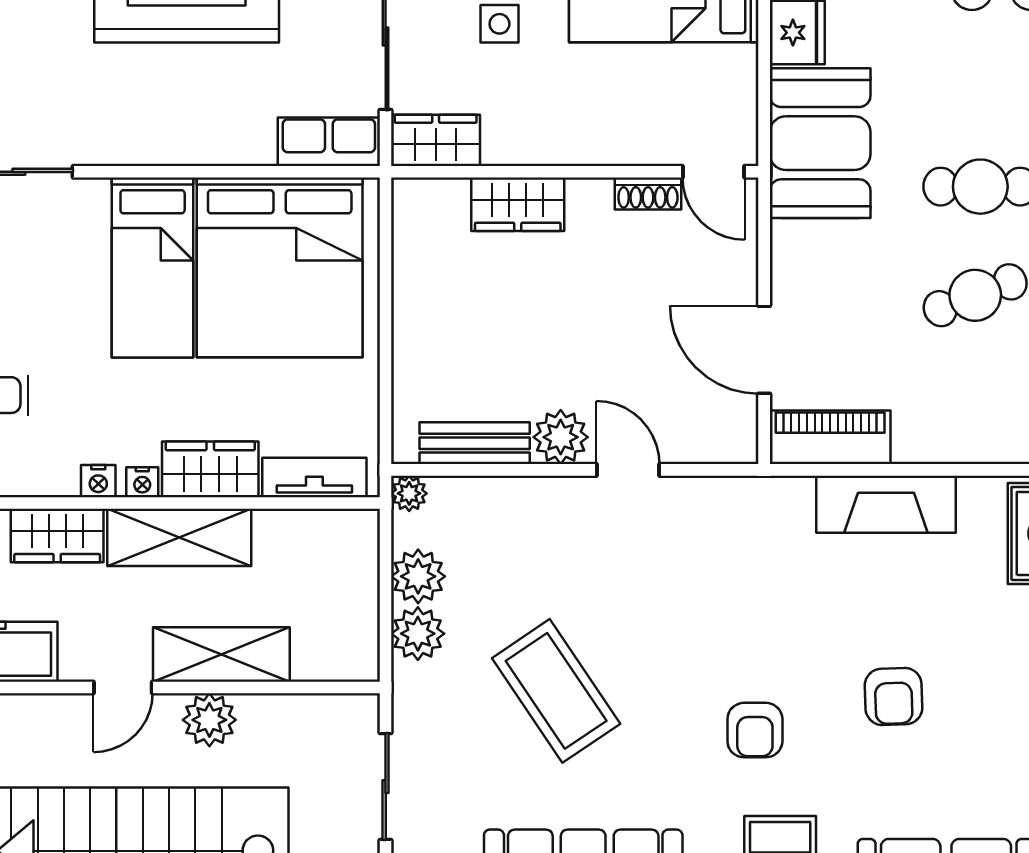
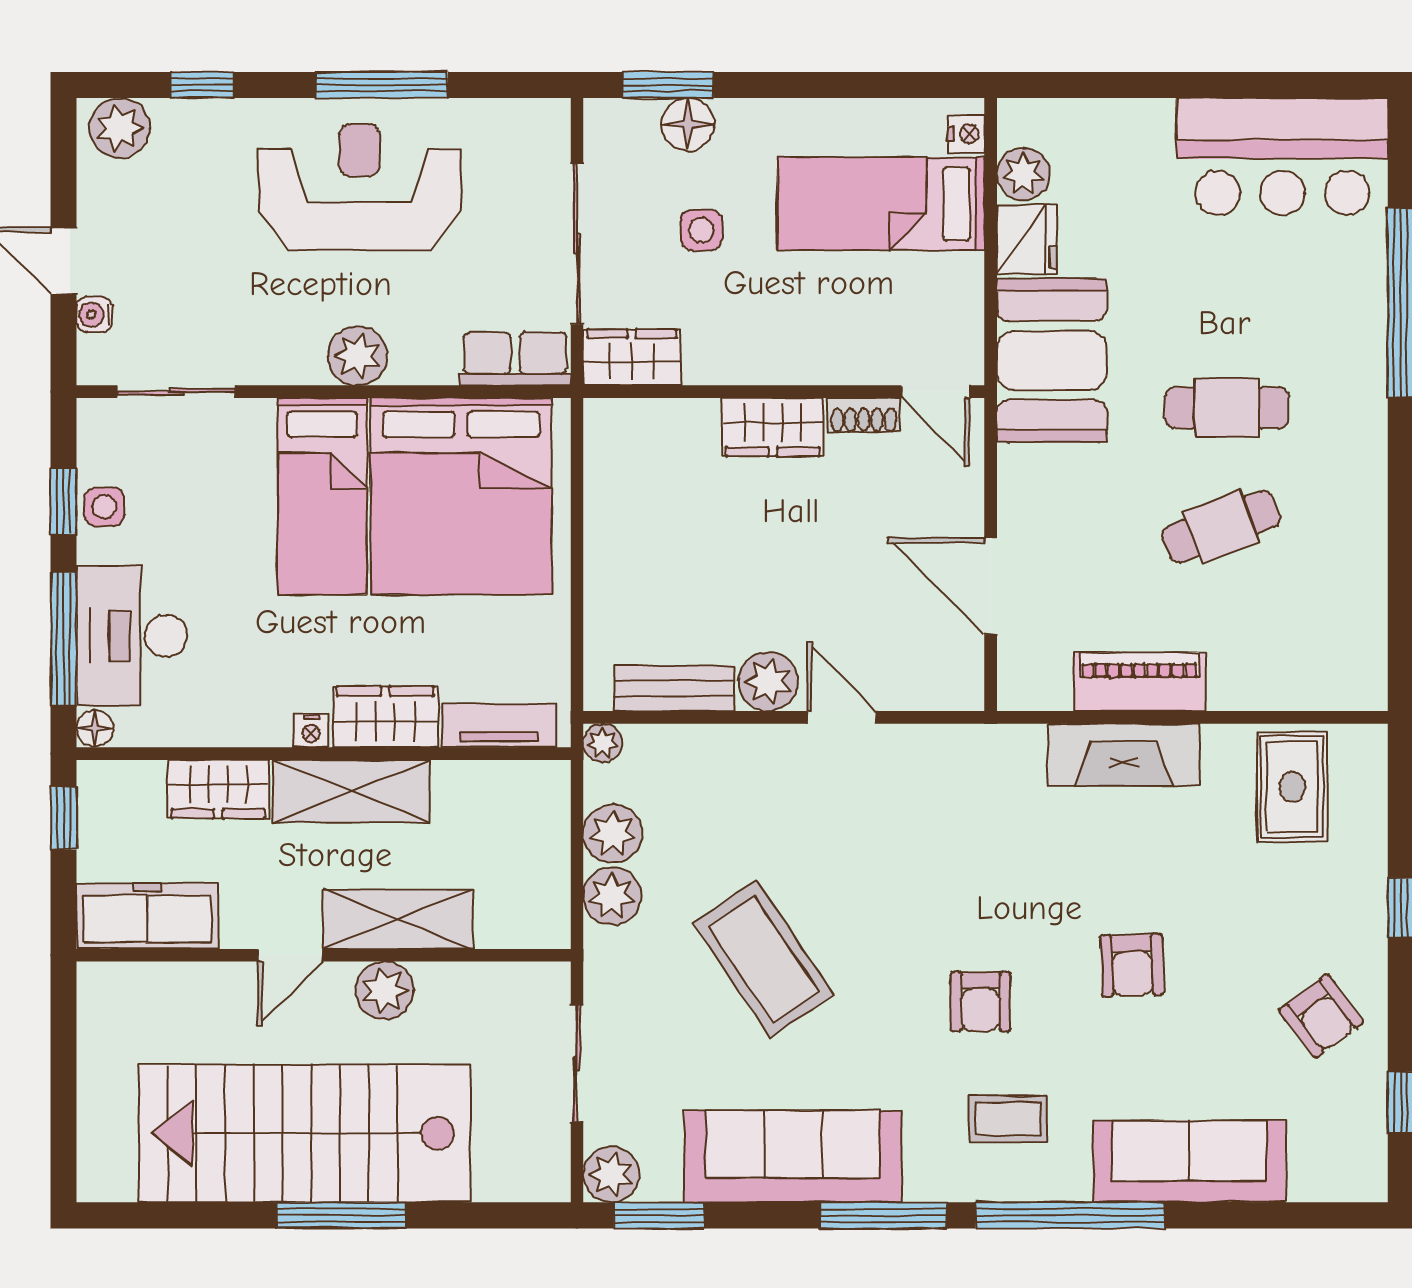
plant: (185, 139) -> (358, 356), added
wardrobe: (518, 204) -> (773, 427), moved
piano: (830, 437) -> (1139, 682), moved
nightstand: (98, 481) -> (263, 730), removed

